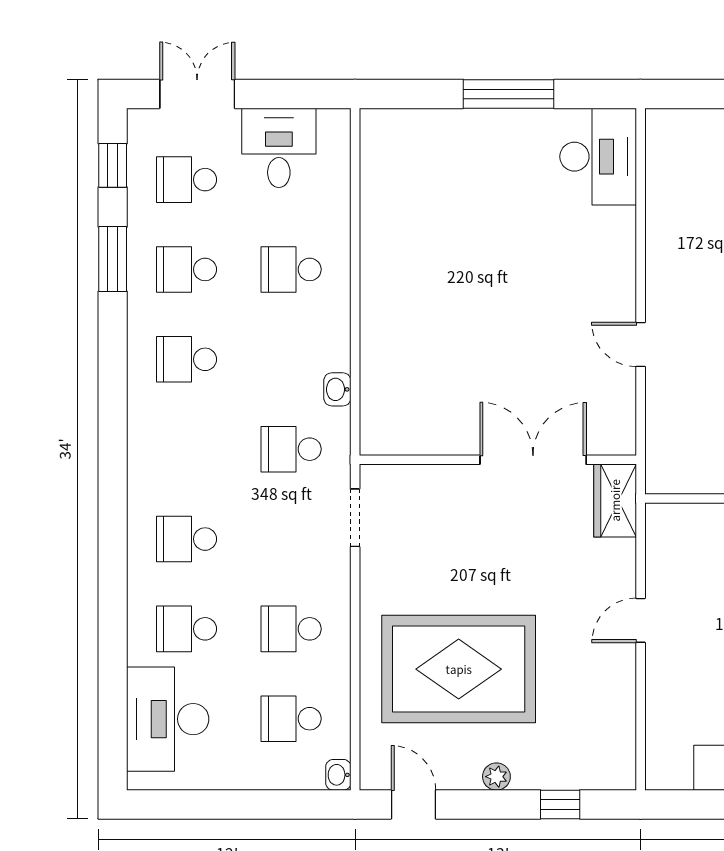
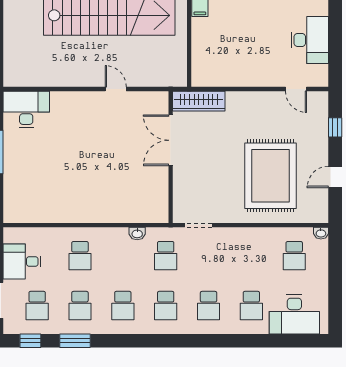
door: (641, 344) -> (116, 89), swing flipped
wardrobe: (615, 500) -> (199, 101), width x1.50
door: (641, 620) -> (296, 89), moved
school desk: (291, 629) -> (166, 306), moved
plant: (496, 777) -> (322, 158), removed
door: (413, 804) -> (335, 177), moved

